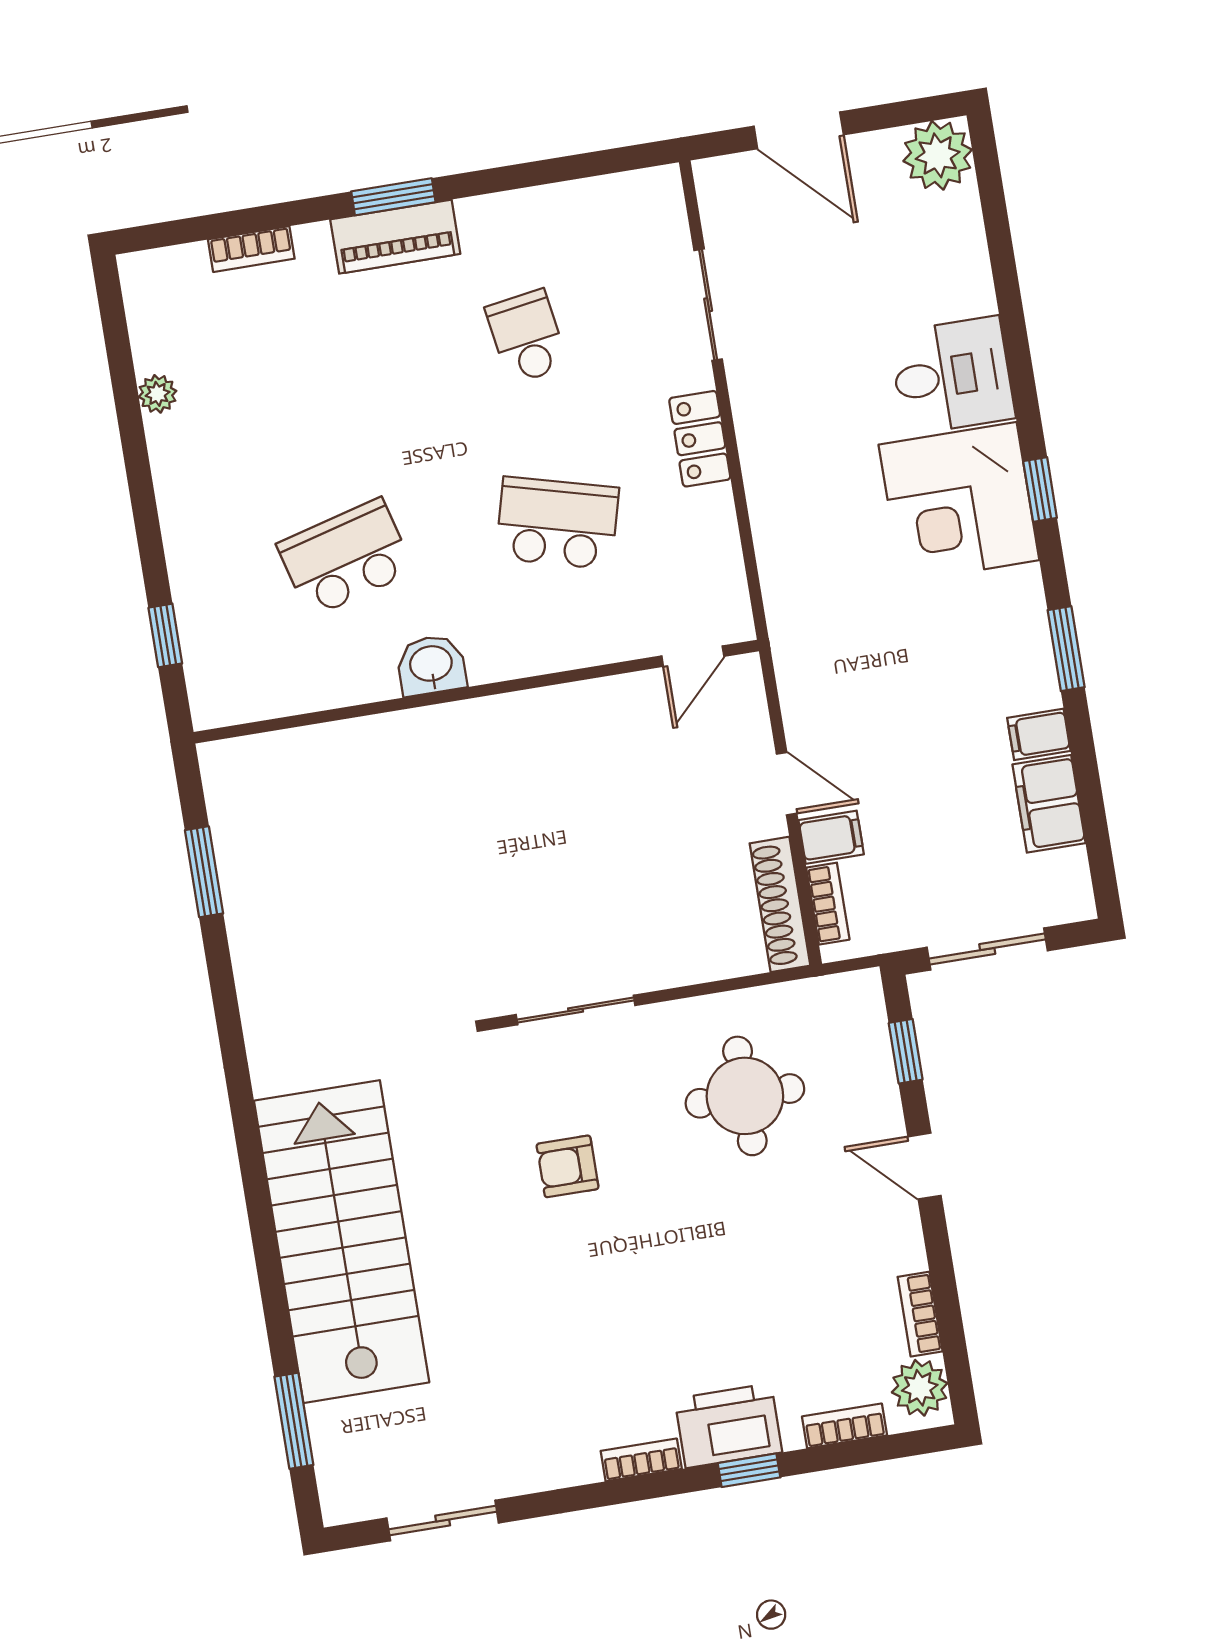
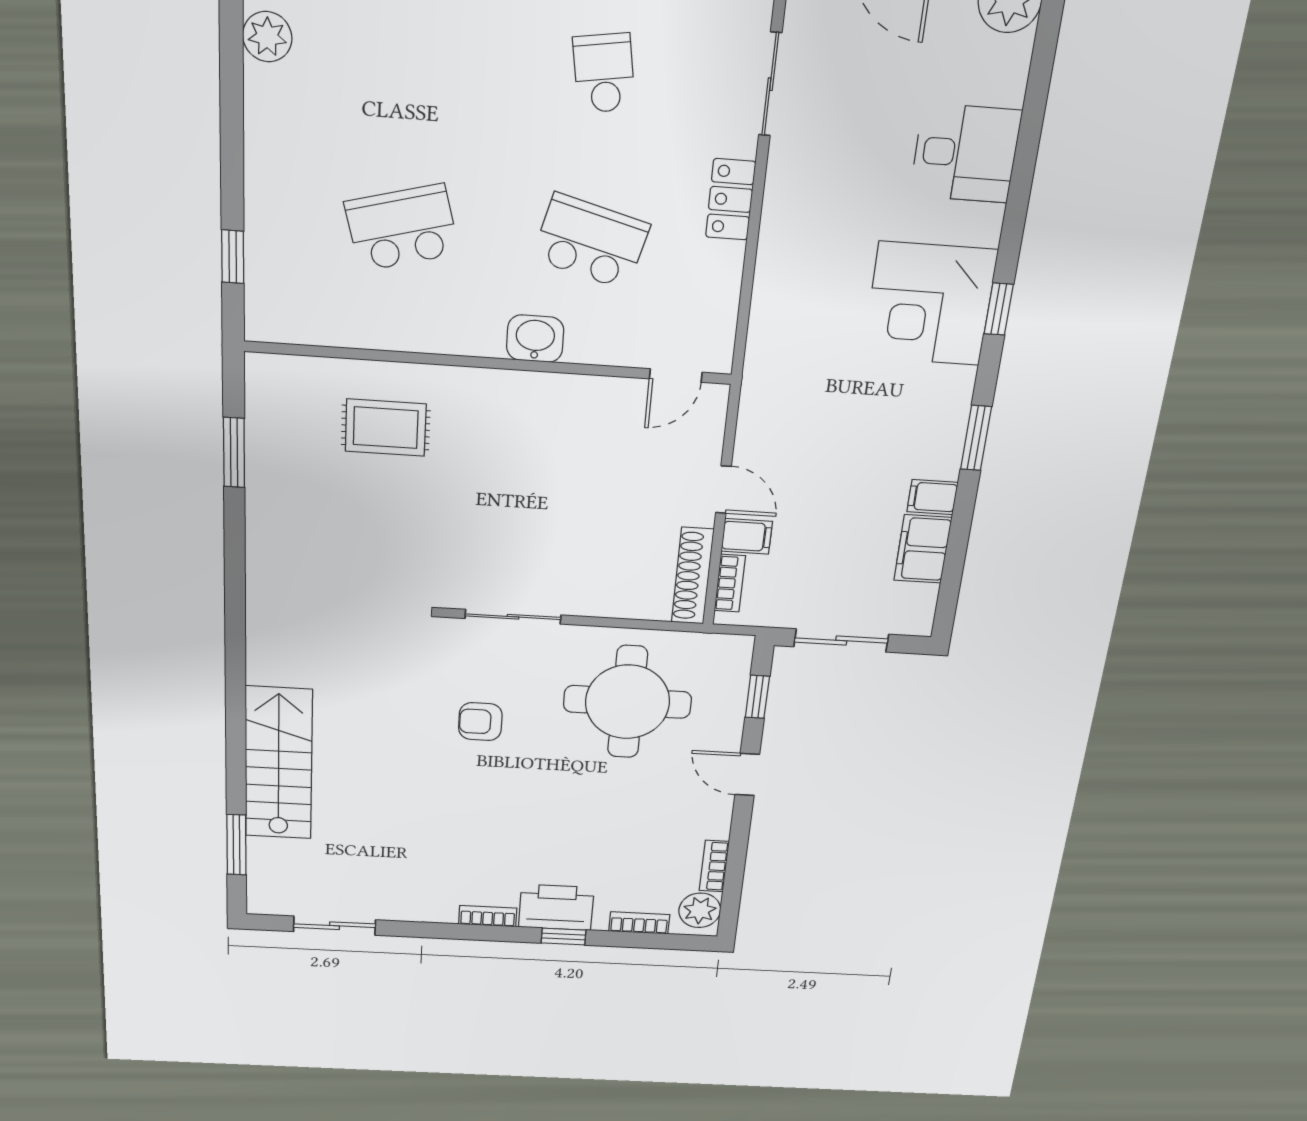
desk: (952, 376) -> (966, 153), moved
plant: (158, 394) -> (267, 37), width x1.38, depth x1.38
washbasin: (431, 665) -> (535, 339), moved
rug: (373, 799) -> (386, 428), added
round table: (745, 1096) -> (628, 702), width x1.36, depth x1.36
stairs: (342, 1242) -> (279, 764), width x0.73, depth x0.66

